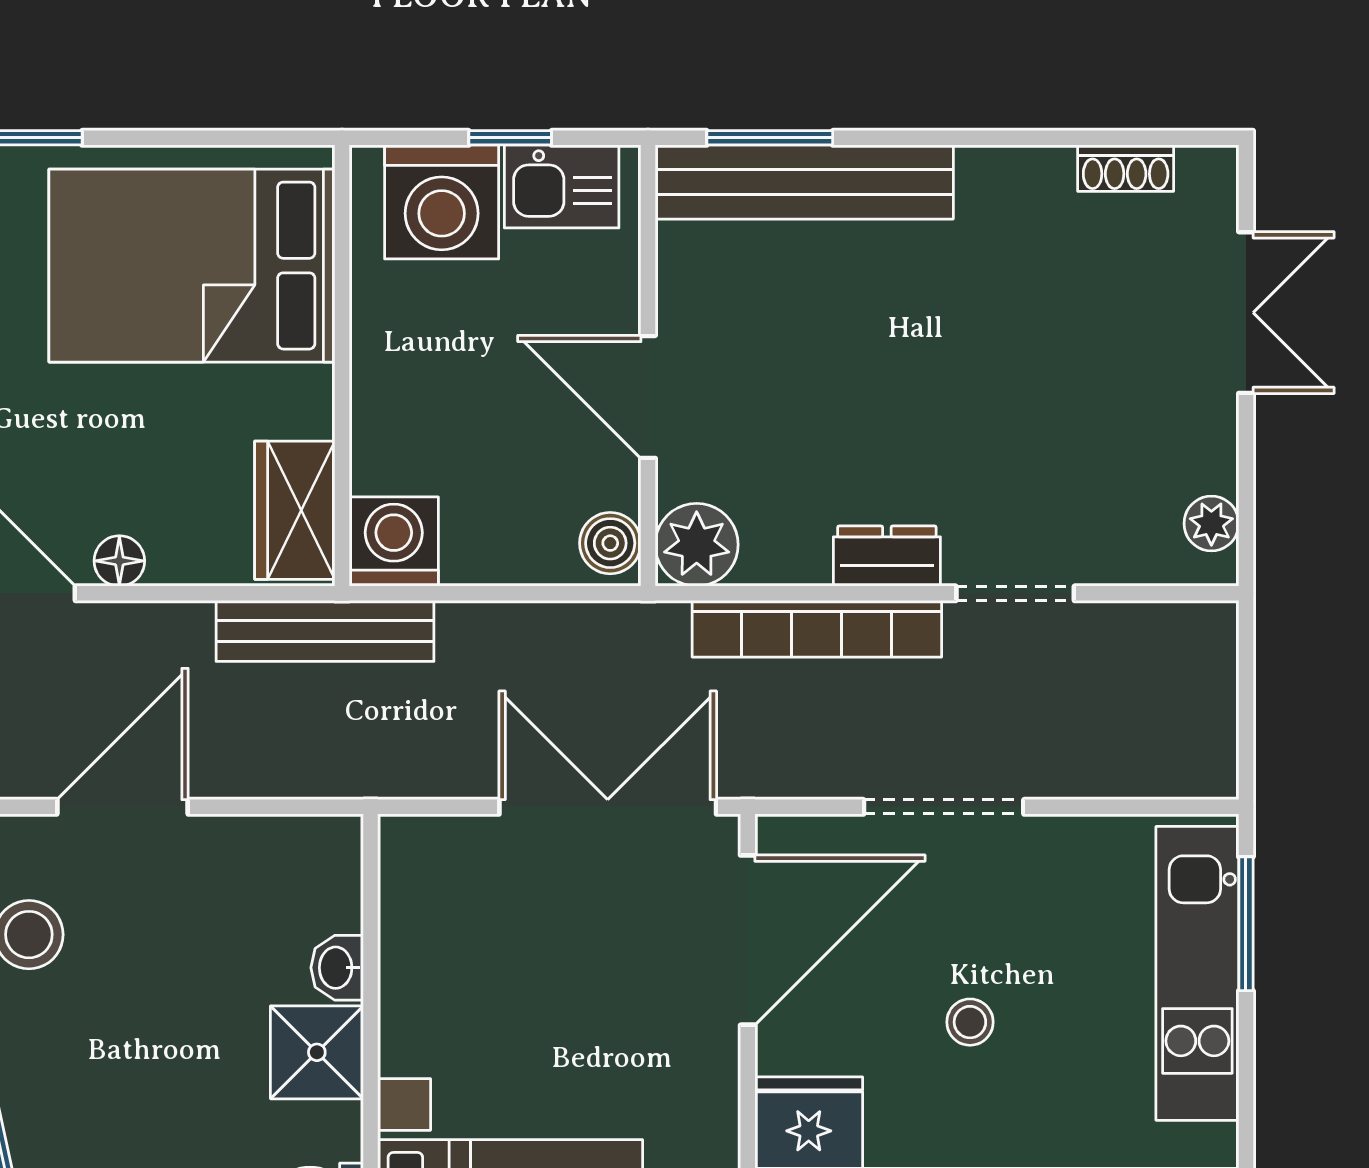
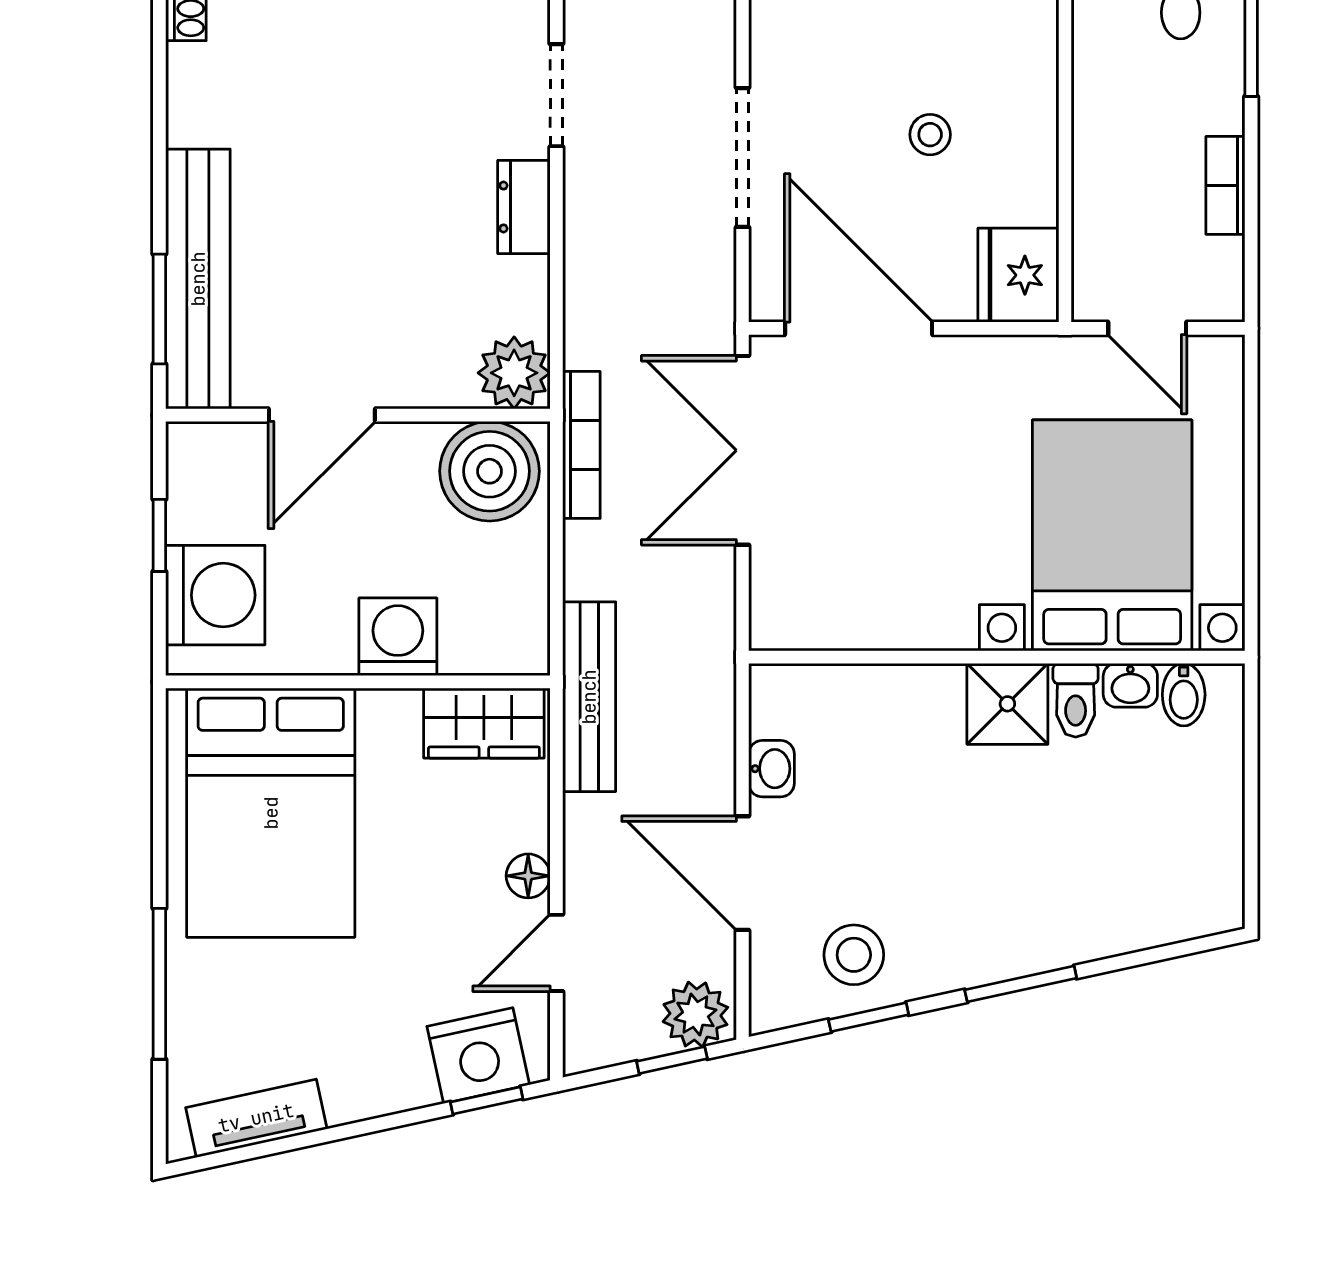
kitchen sink: (562, 186) -> (202, 490), removed
door: (648, 397) -> (322, 415), moved
washing machine: (394, 542) -> (398, 637), moved, turned 90
boiler: (610, 543) -> (490, 471), width x1.86, depth x1.86
bookcase: (817, 629) -> (581, 445), moved, width x0.68, depth x0.76
washbasin: (337, 968) -> (772, 769), moved, turned -90
shower: (317, 1052) -> (1007, 704), moved

